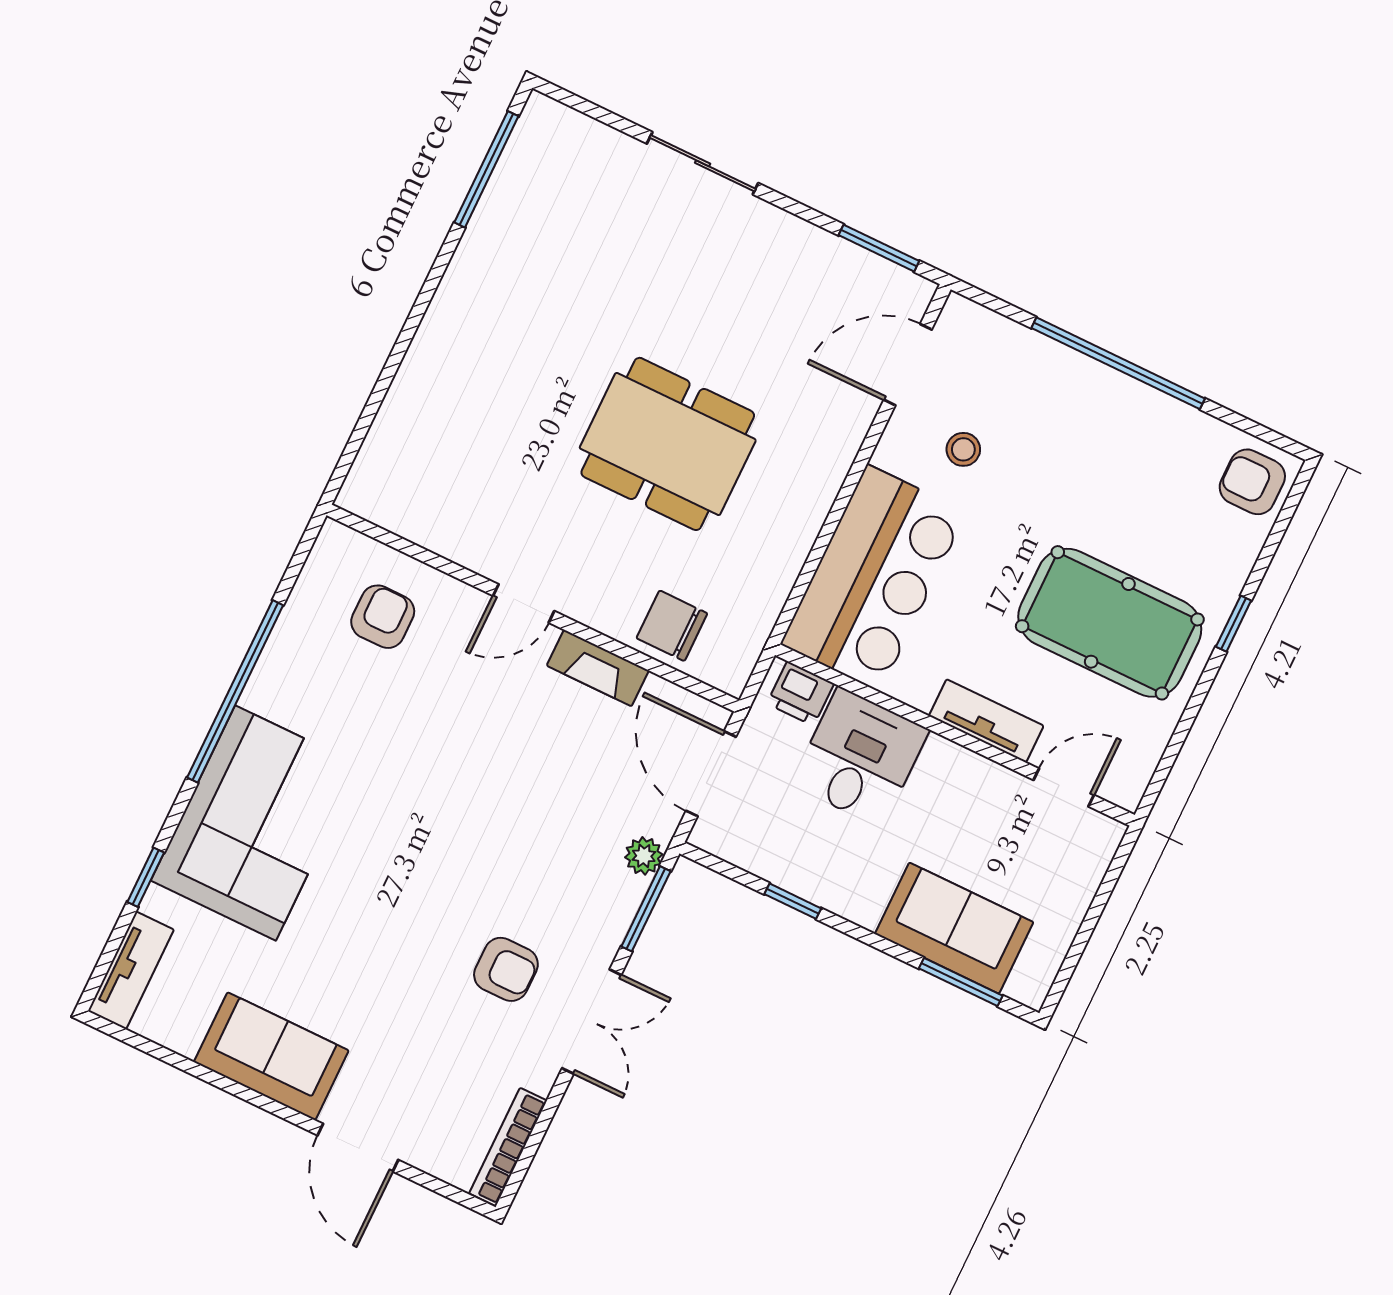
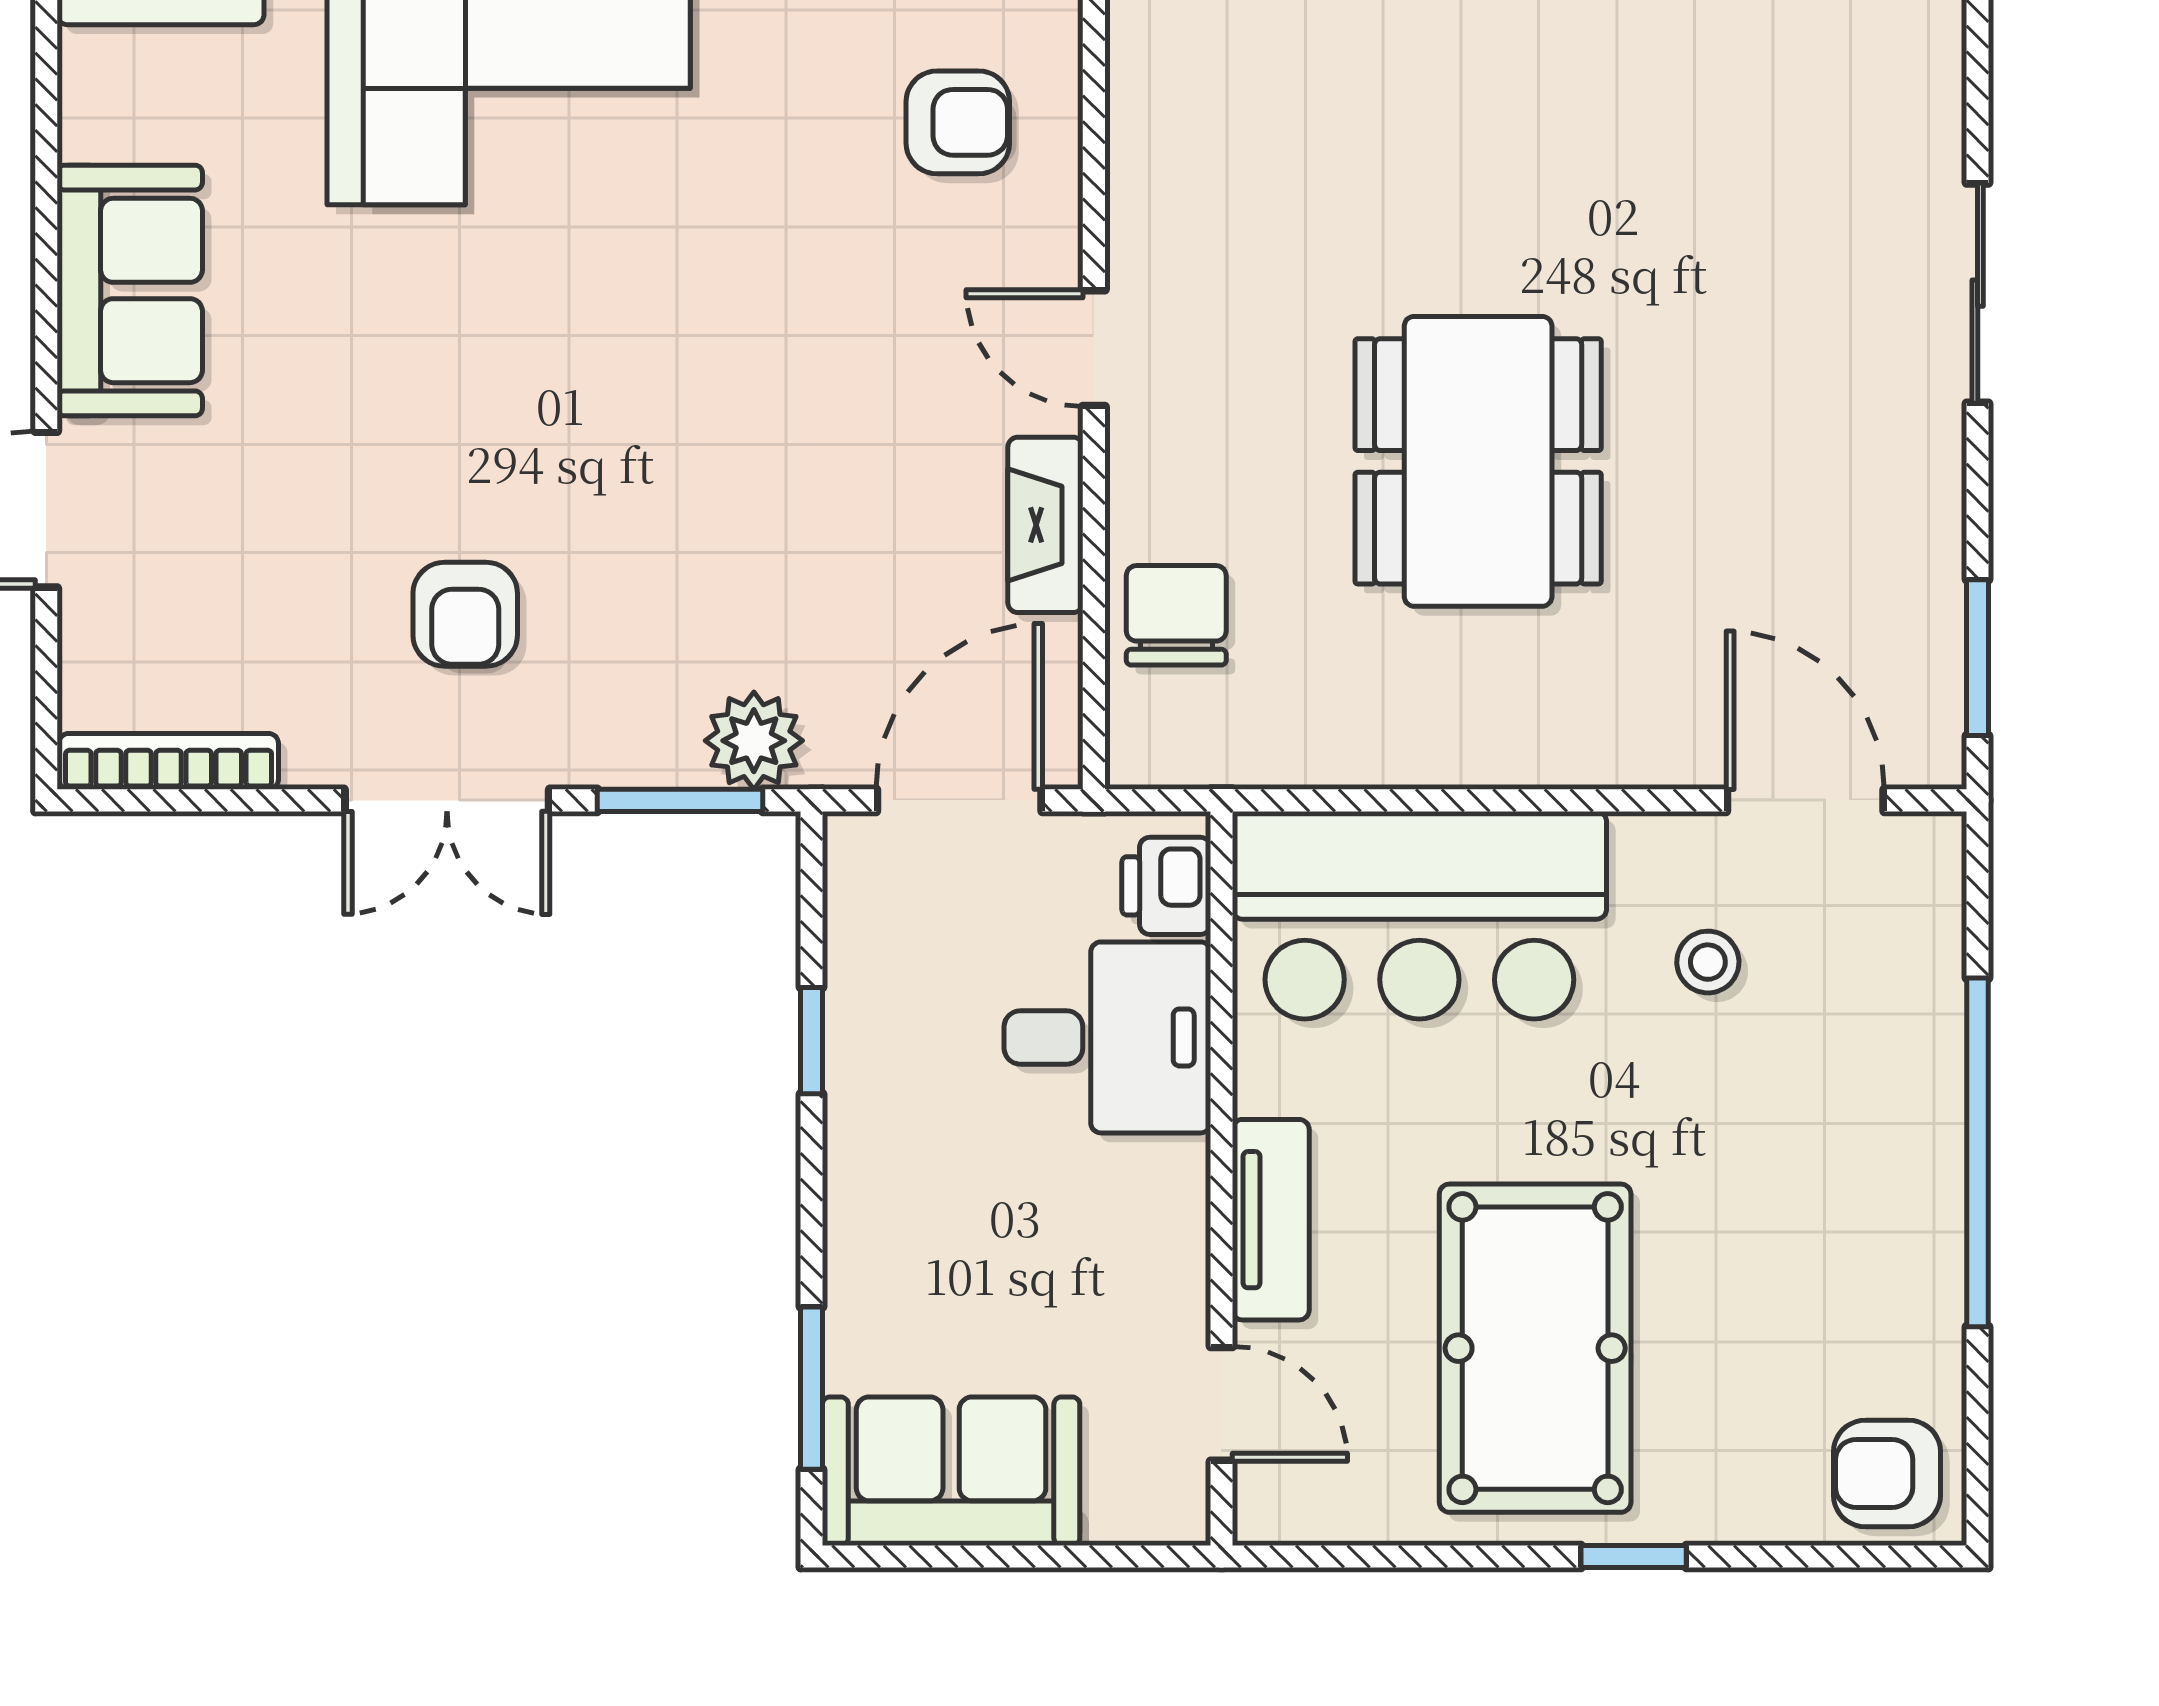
armchair: (1252, 482) -> (1887, 1474), turned -90
plant: (644, 856) -> (754, 741), width x1.38, depth x1.38
sofa: (954, 928) -> (951, 1471), moved, turned -90

